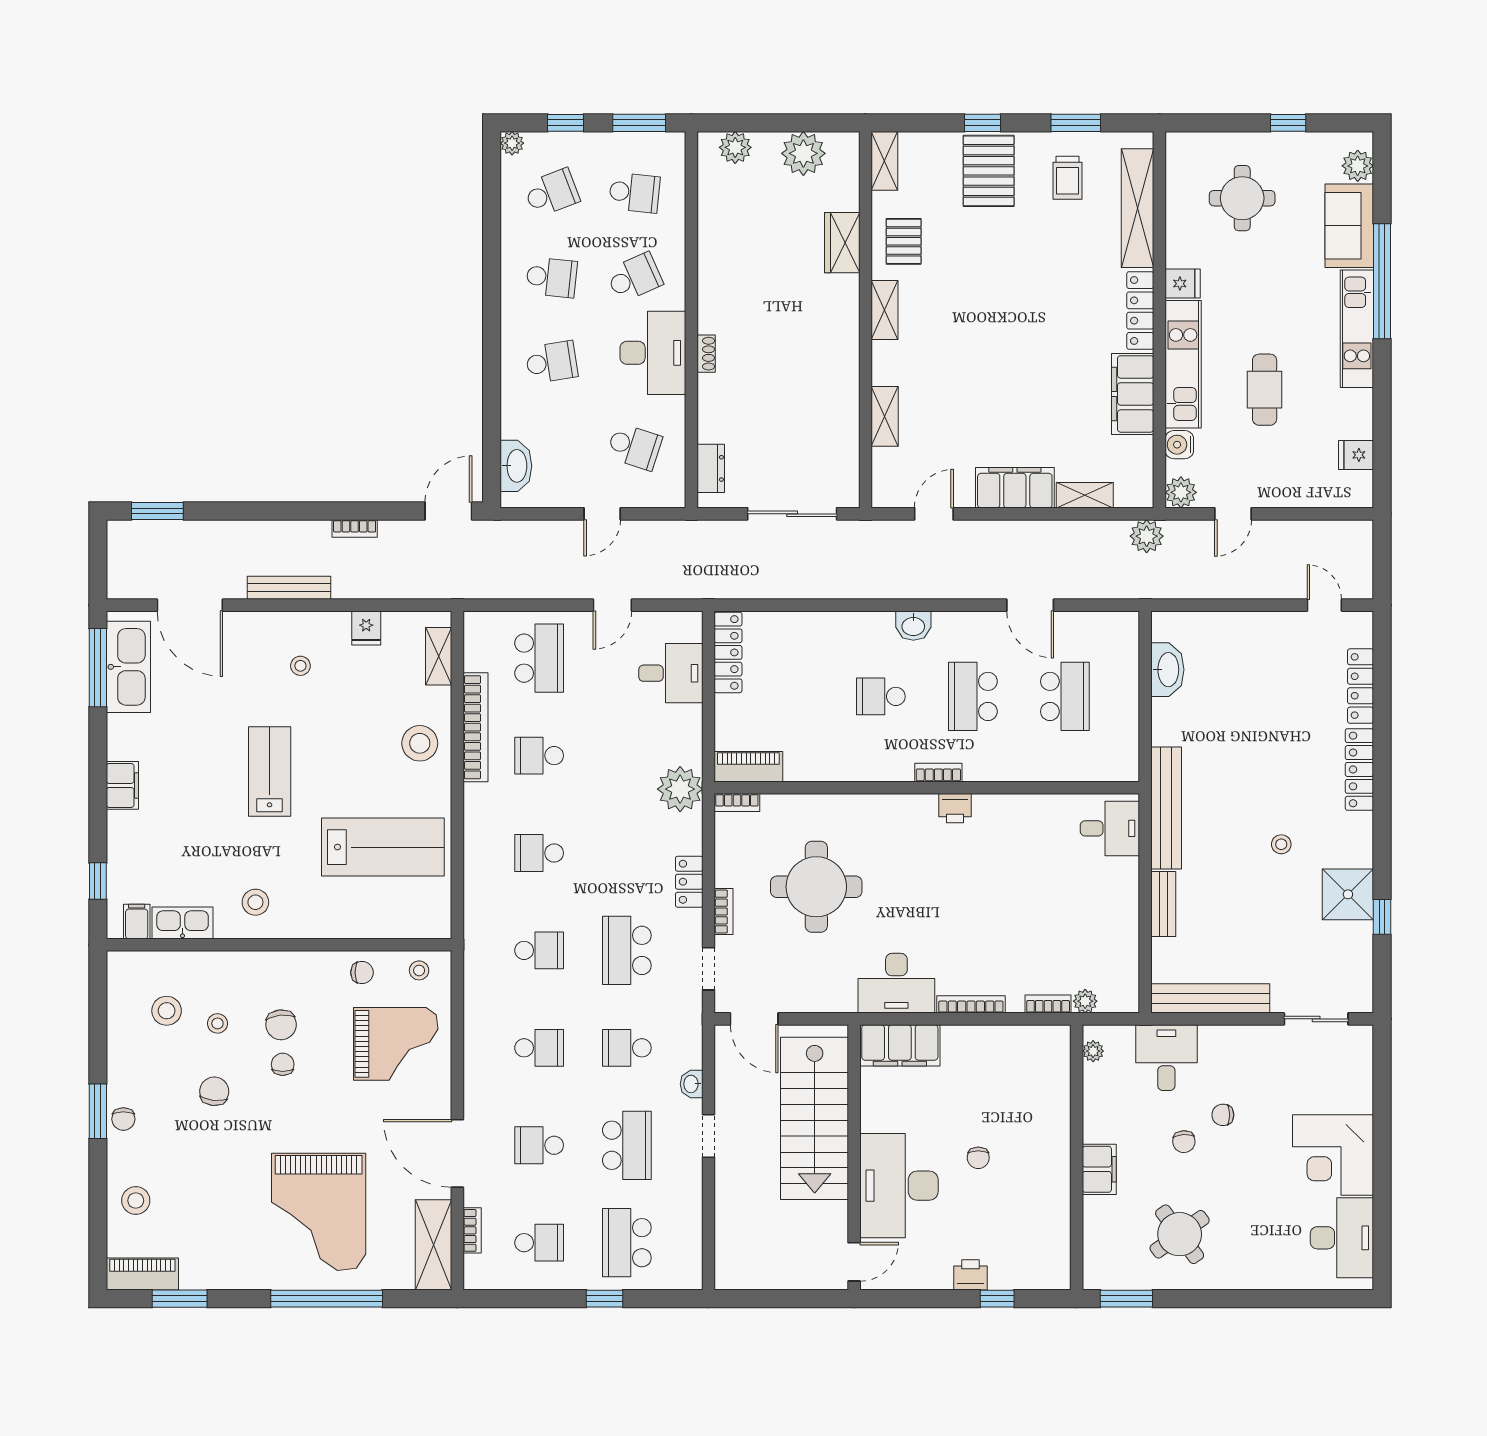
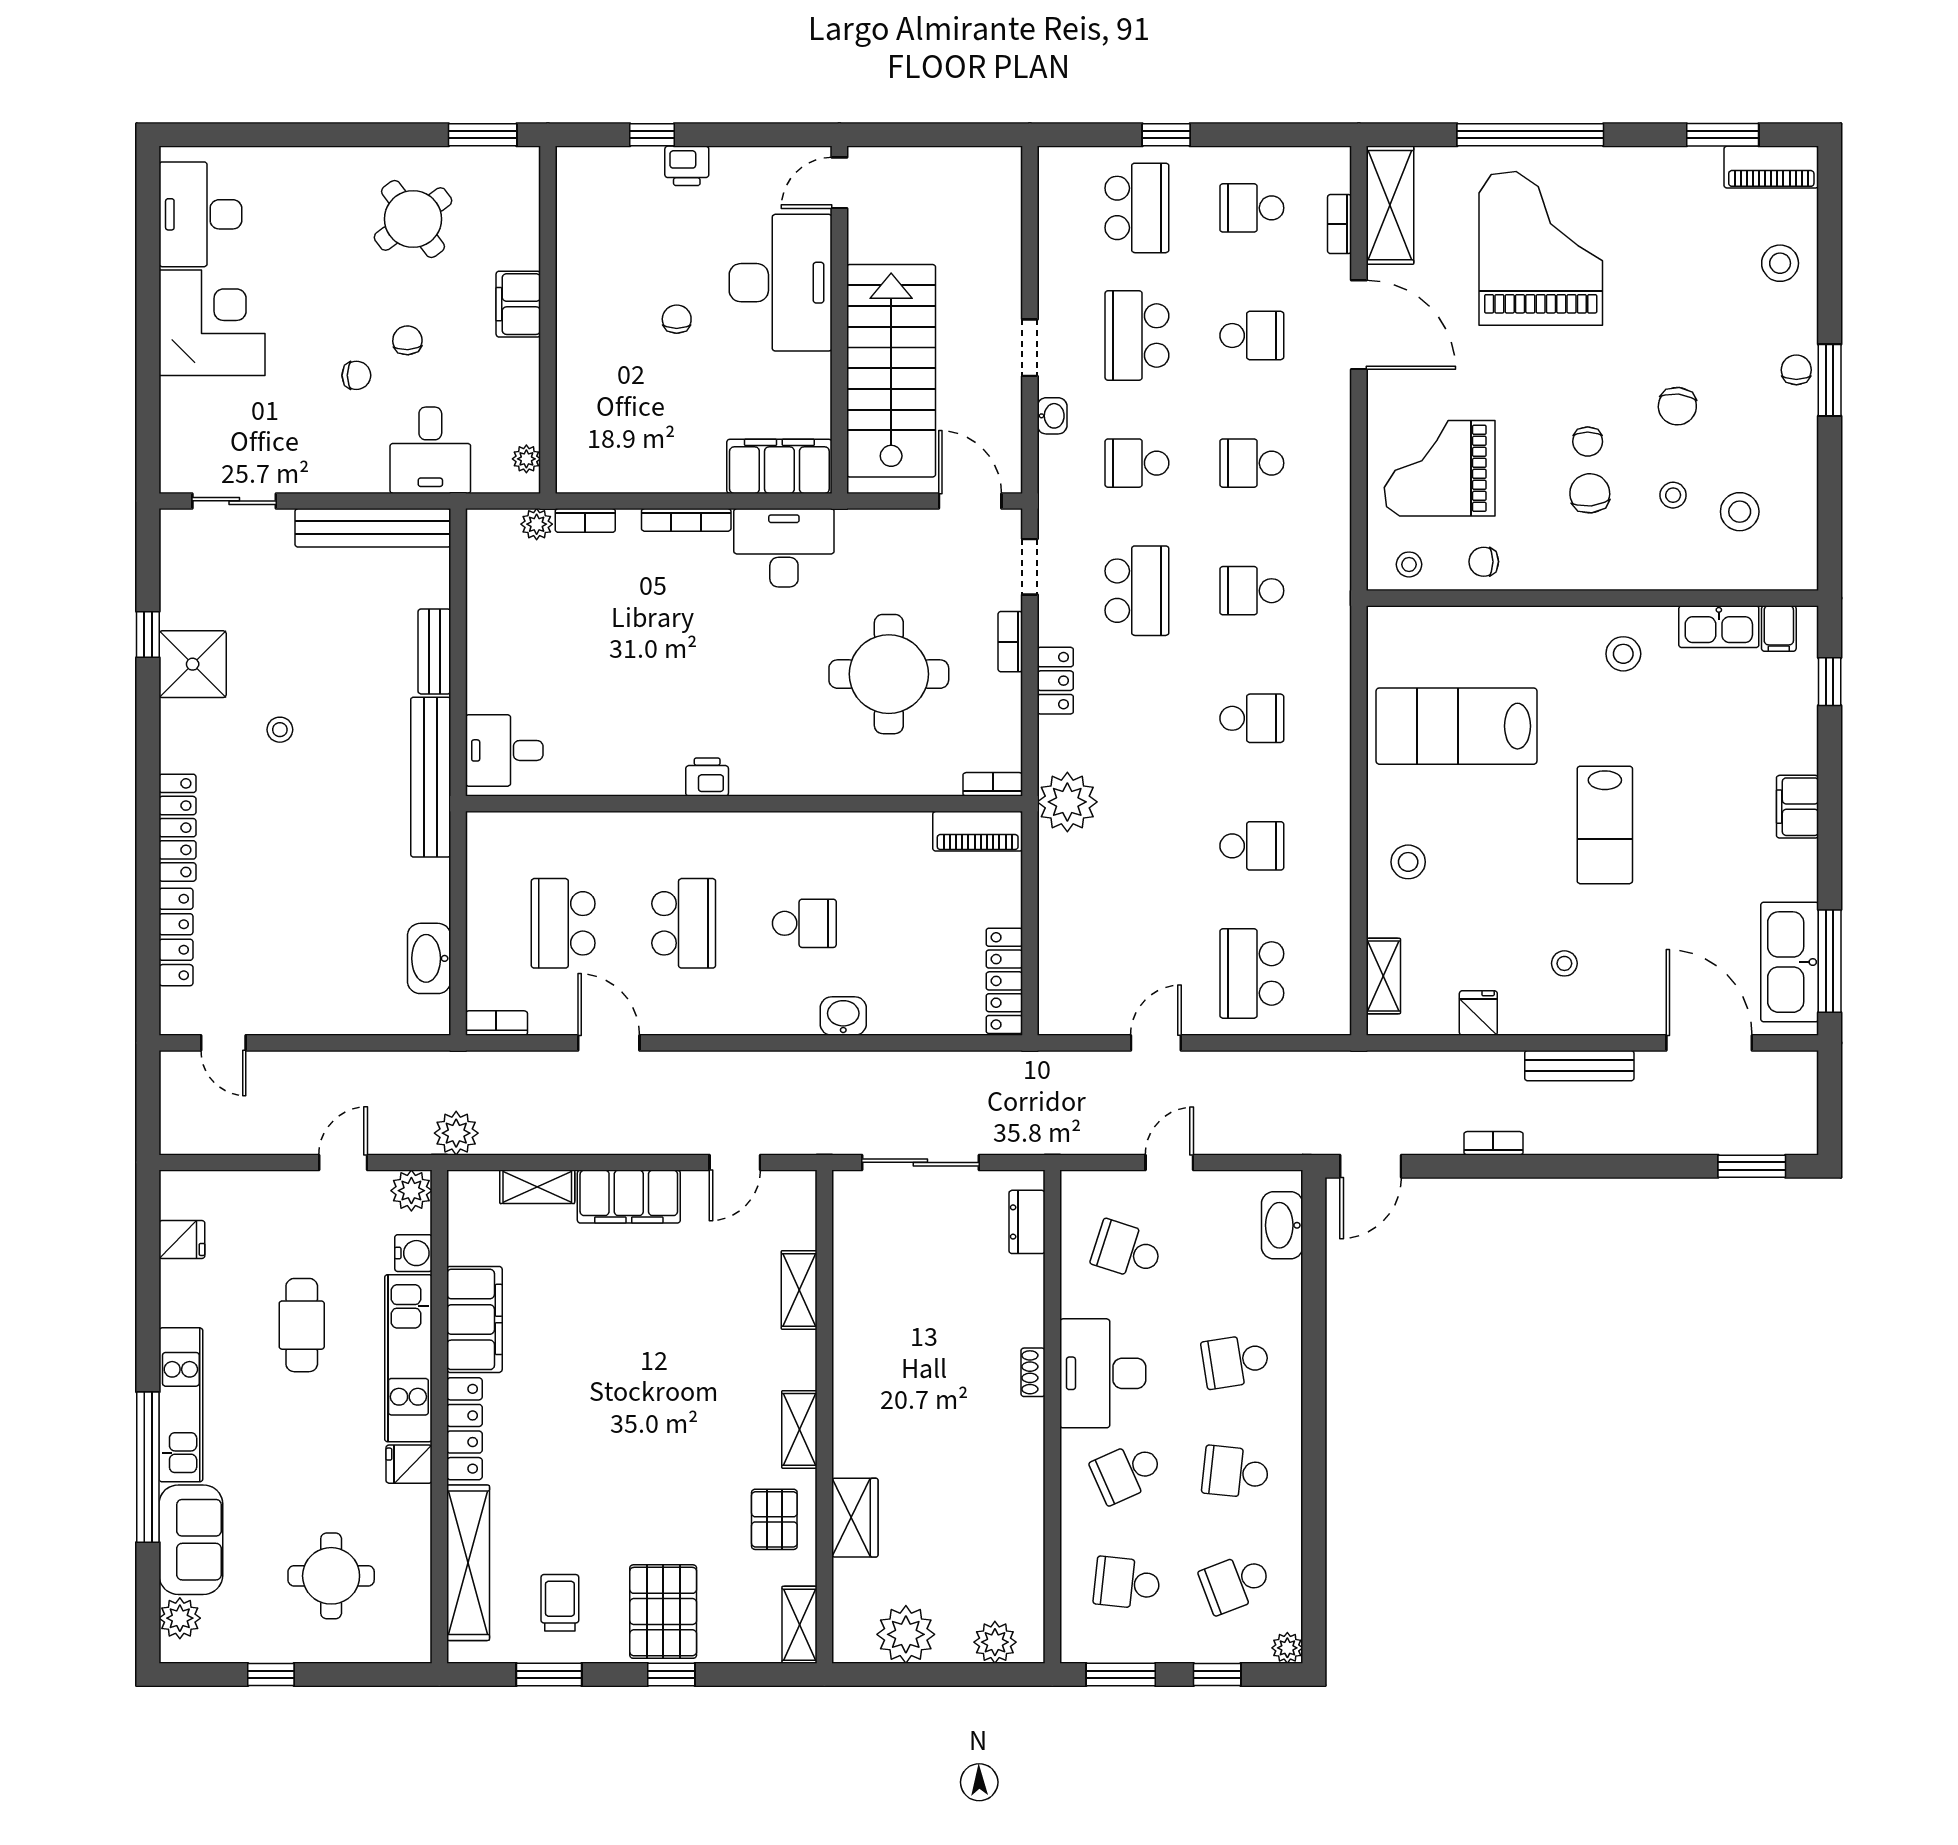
washbasin: (913, 626) -> (843, 1016), moved
desk: (671, 673) -> (1079, 954), removed
bookcase: (476, 727) -> (1335, 883), removed
stool: (420, 743) -> (1408, 862), width x0.73, depth x0.73
bookcase: (938, 773) -> (496, 1023), moved, turned 180
school desk: (627, 1048) -> (1137, 463), turned 180

